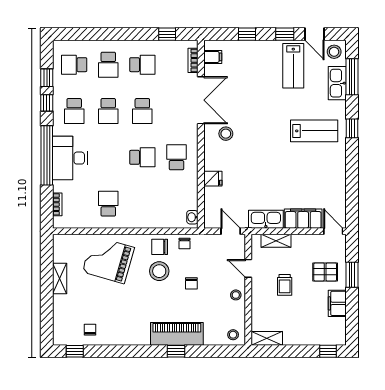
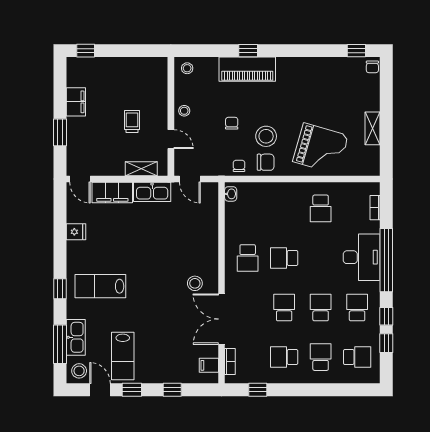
lab bench: (293, 66) -> (123, 356), turned 180
fridge: (213, 179) -> (76, 232), moved, turned 180
pallet: (325, 272) -> (89, 135), removed
chair: (90, 330) -> (372, 67), moved
shelving: (267, 338) -> (151, 64), removed

